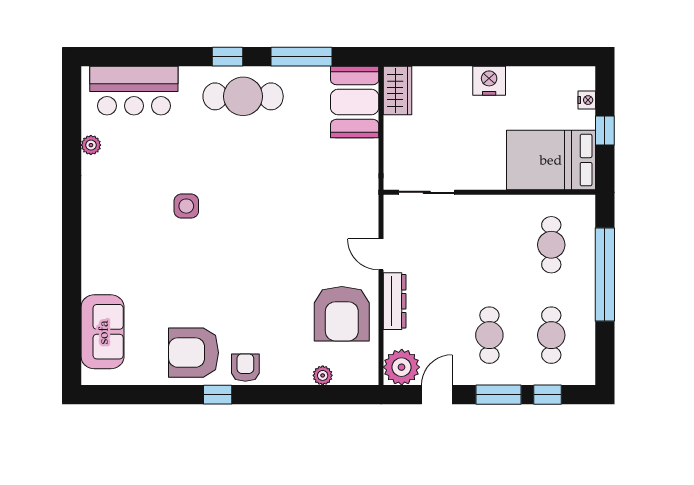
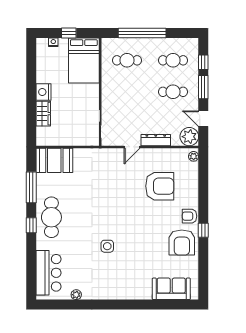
wardrobe: (398, 91) -> (43, 114), moved, turned 90
armchair: (342, 314) -> (160, 186), moved
plant: (323, 375) -> (194, 156), moved

